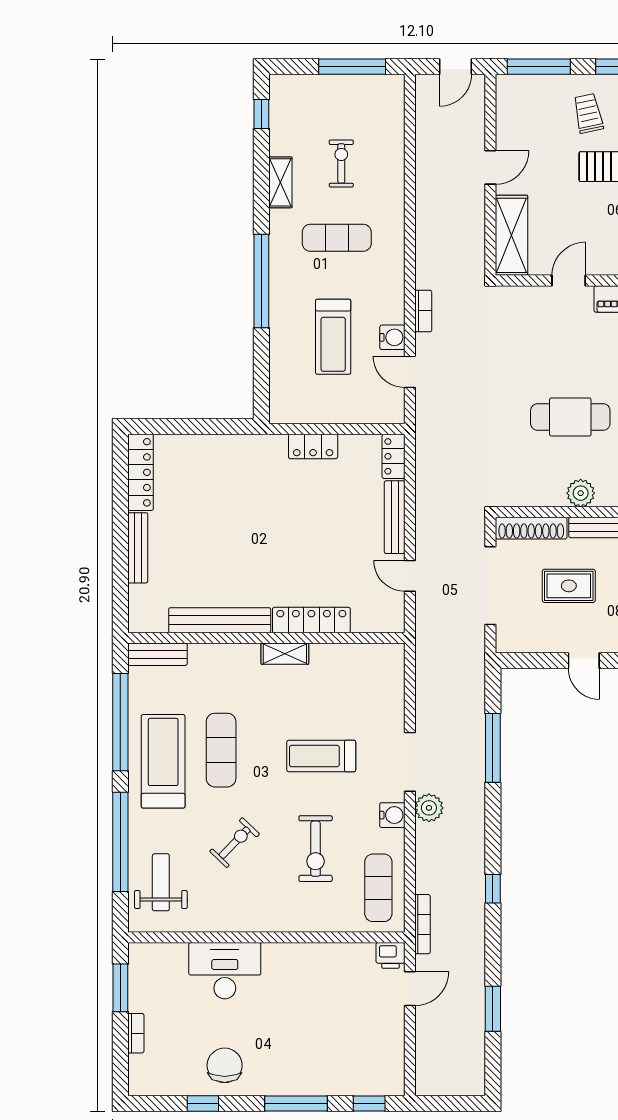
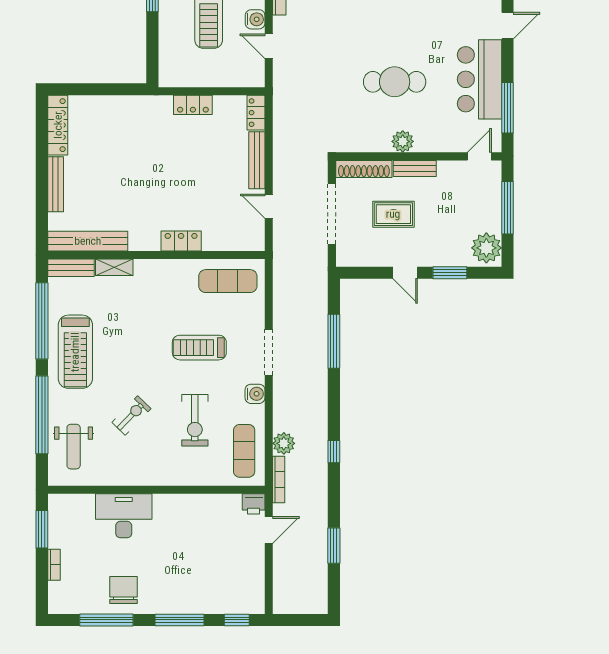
bench: (220, 620) -> (88, 241), moved
locker: (311, 620) -> (181, 241), width x0.66
shelving: (285, 654) -> (114, 267), moved
exercise mat: (221, 750) -> (228, 281), moved, turned 90
treadmill: (163, 761) -> (75, 352), turned 180
plant: (429, 808) -> (284, 443), moved
weight bench: (161, 882) -> (74, 447), turned 180
window: (203, 1104) -> (106, 620), width x2.17

